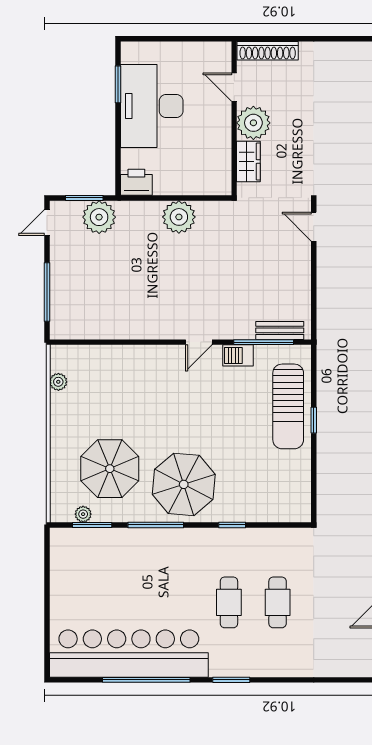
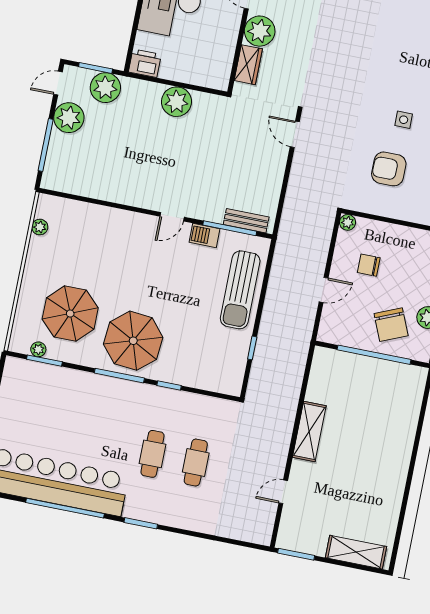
plant: (66, 257) -> (69, 118), added
window: (314, 420) -> (252, 348), moved
window: (156, 525) -> (119, 376), moved

